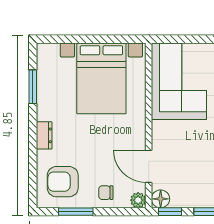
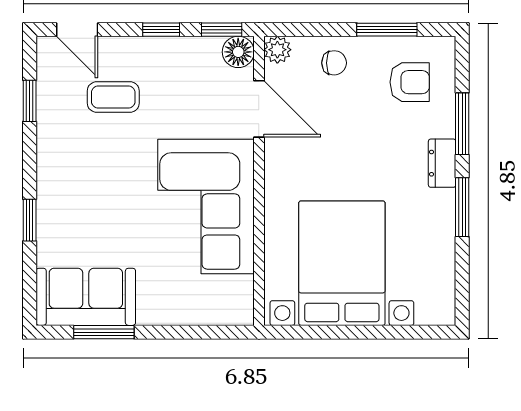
corner sofa: (179, 81) -> (206, 207), moved
window: (33, 87) -> (462, 207), moved
window: (33, 158) -> (462, 124), added
armchair: (63, 182) -> (410, 82), width x0.72, depth x0.72

